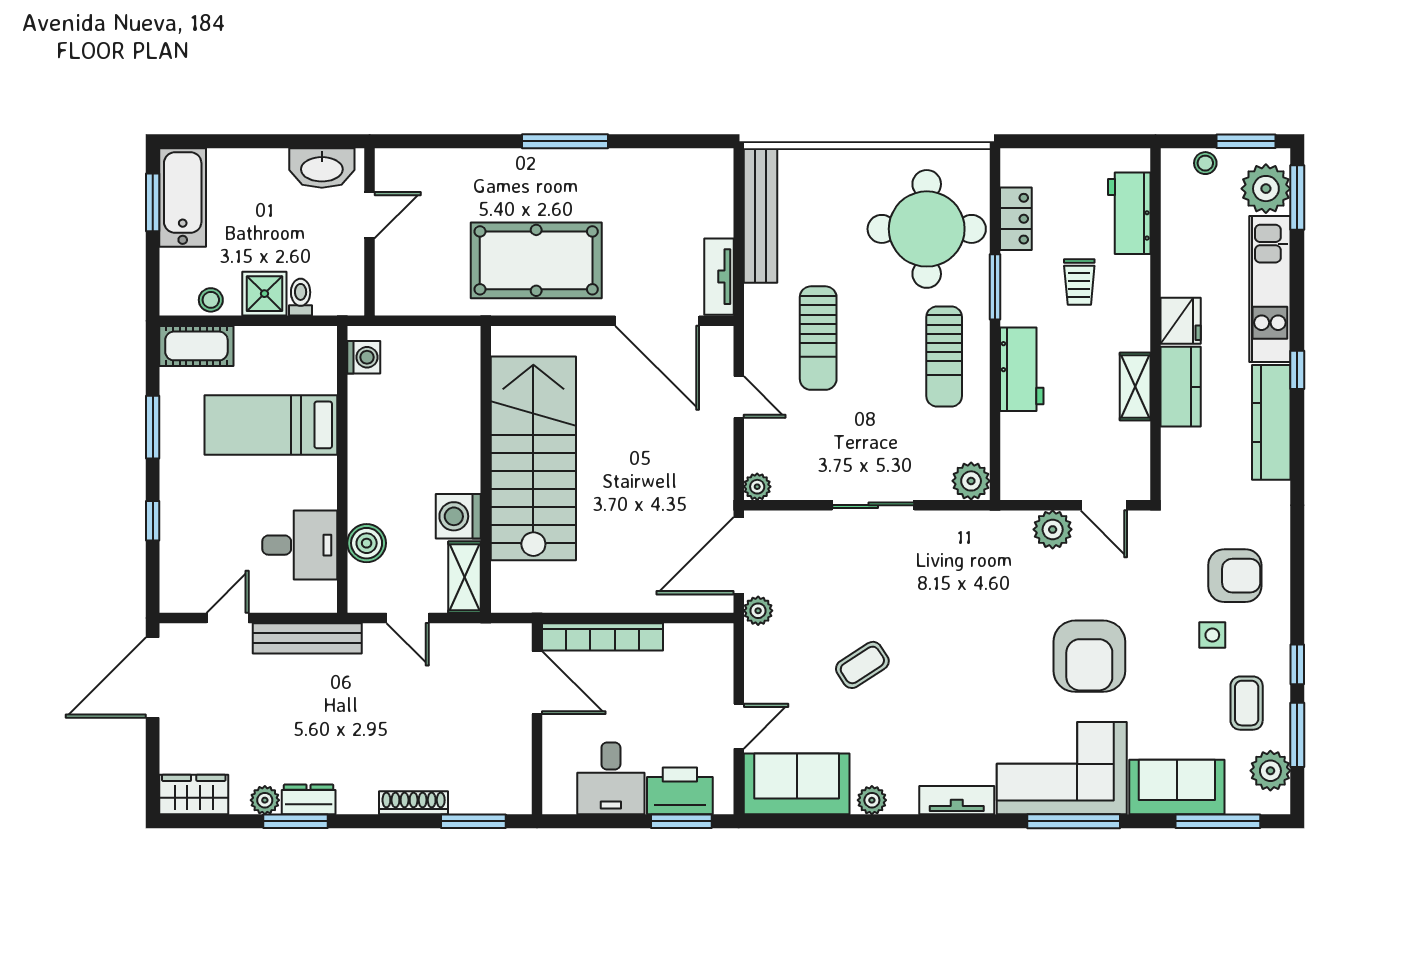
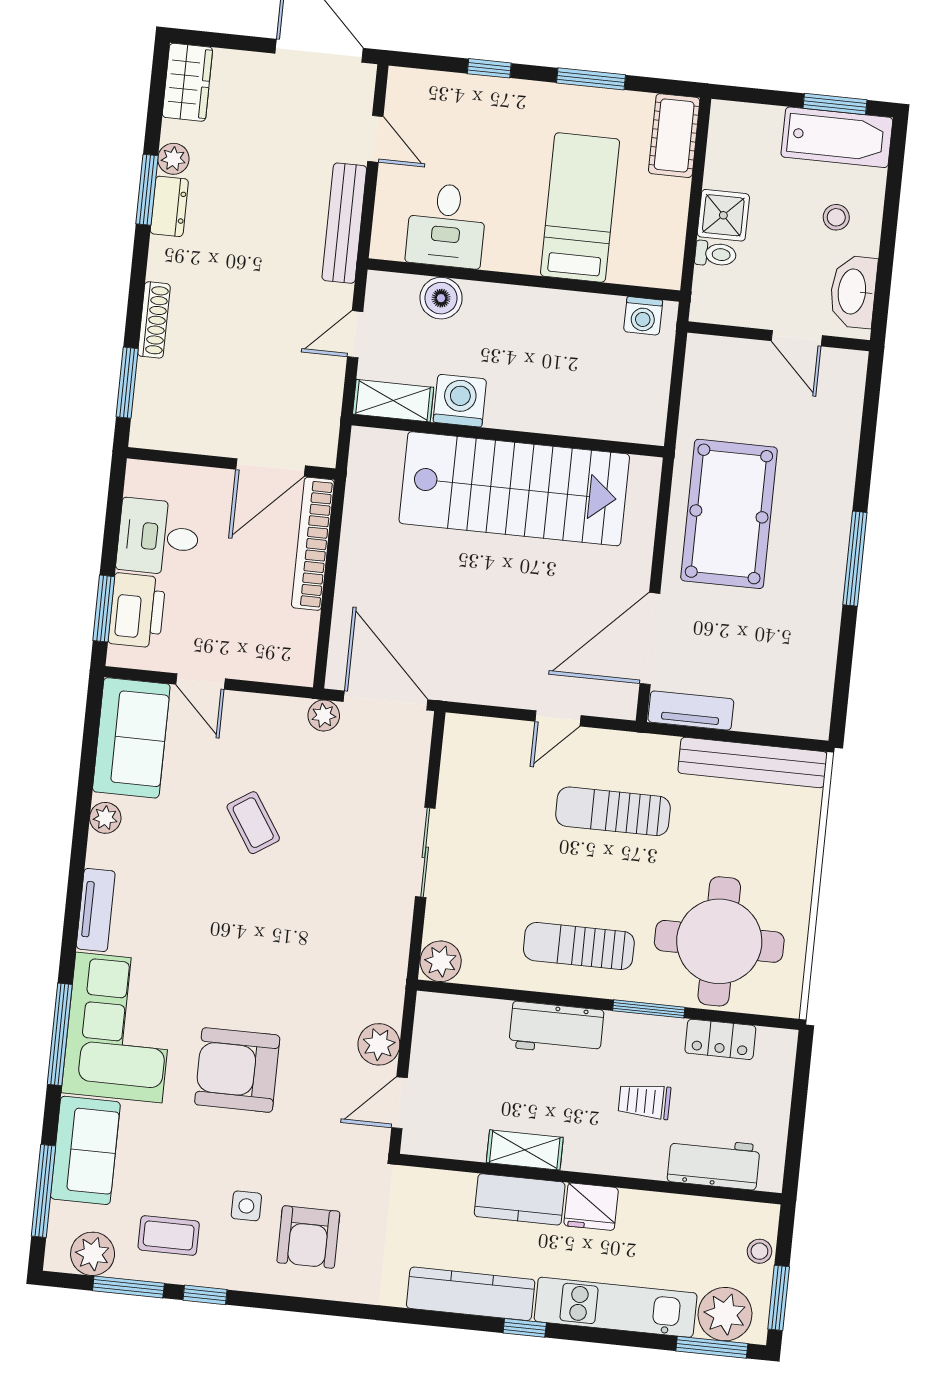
stool: (211, 300) -> (836, 217), moved
plant: (757, 487) -> (458, 728), removed

